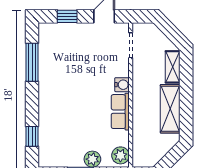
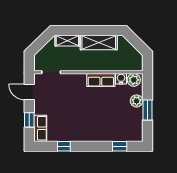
row of seats: (56, 31) -> (40, 128), added
window: (32, 62) -> (64, 146), width x0.46
water cooler: (122, 85) -> (121, 79), moved

